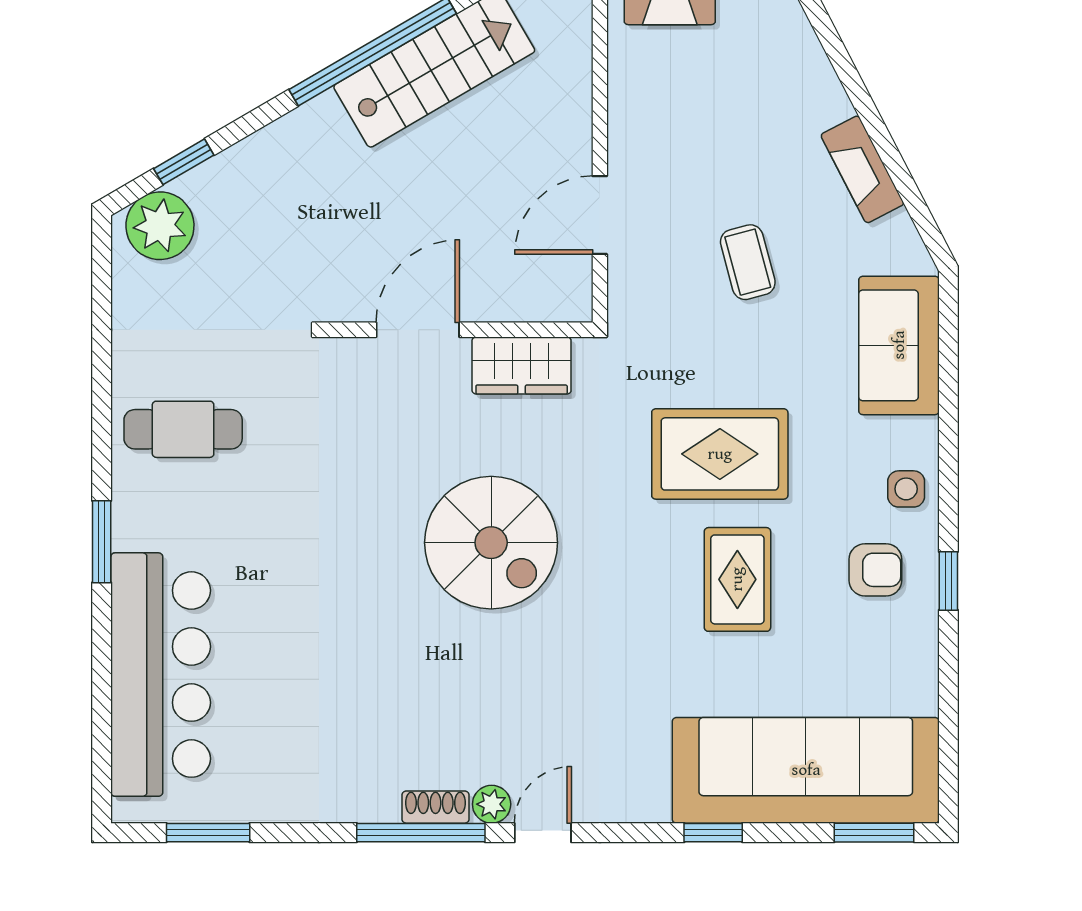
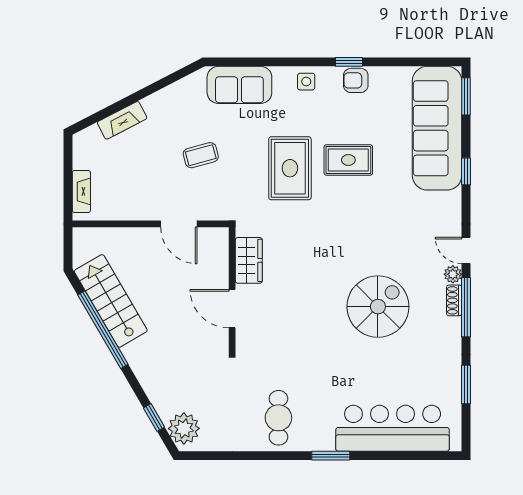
fireplace: (862, 169) -> (122, 120), moved
spiral stairs: (491, 543) -> (378, 307), moved
armchair: (875, 570) -> (356, 80), moved, turned -90
window: (208, 833) -> (466, 385), moved

